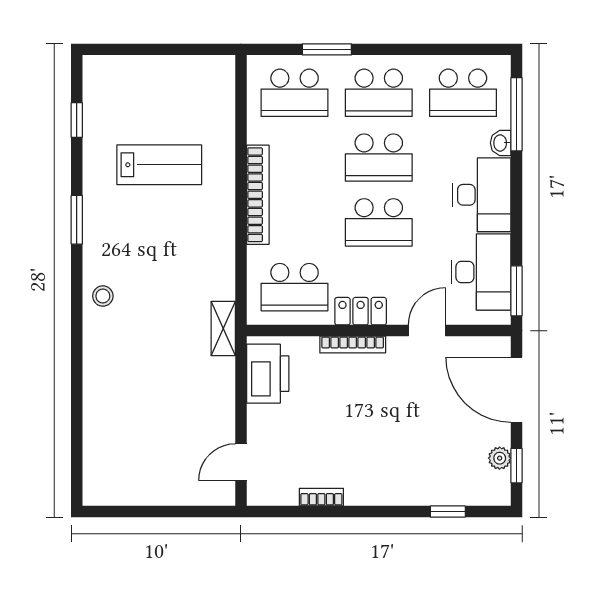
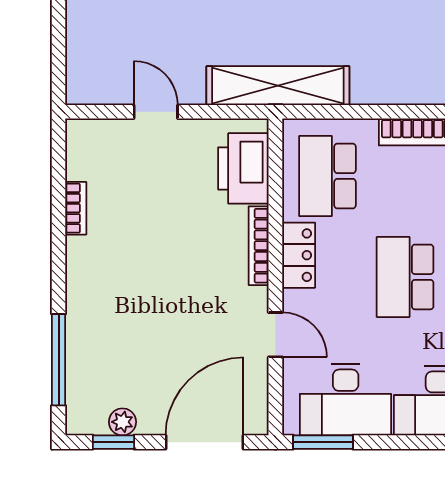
shelving: (223, 329) -> (278, 86), width x2.20, depth x1.33
printer: (268, 374) -> (243, 168), moved, turned 90
door: (241, 462) -> (156, 112), moved
window: (448, 511) -> (59, 360), width x2.17

